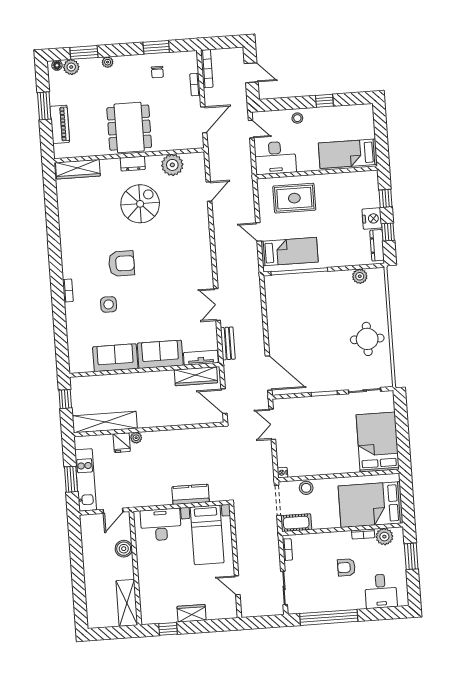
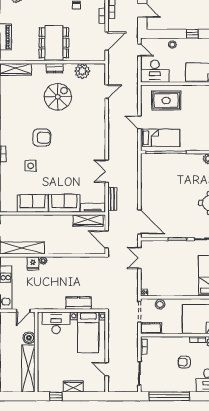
shelving: (127, 603) -> (28, 368), width x1.47

